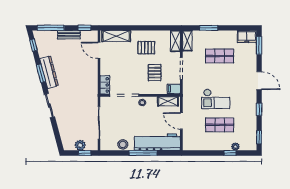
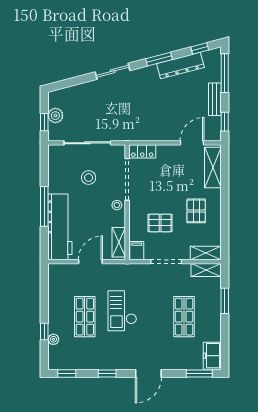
dresser: (49, 72) -> (180, 65), moved
stool: (123, 144) -> (89, 178), moved

